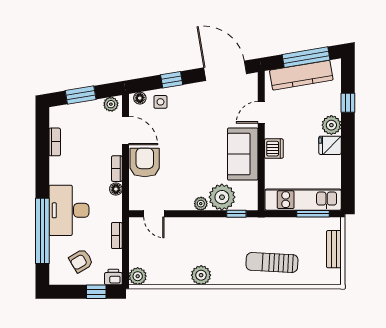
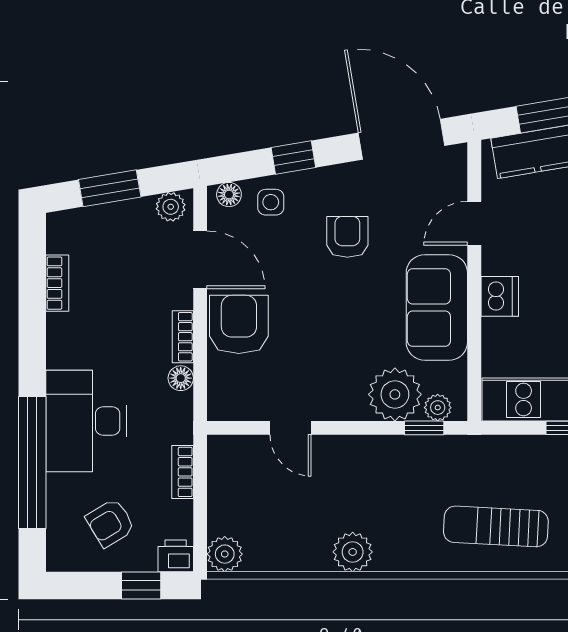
armchair: (198, 119) -> (347, 237), added
plant: (201, 204) -> (438, 408), moved
door: (154, 214) -> (291, 428), moved

